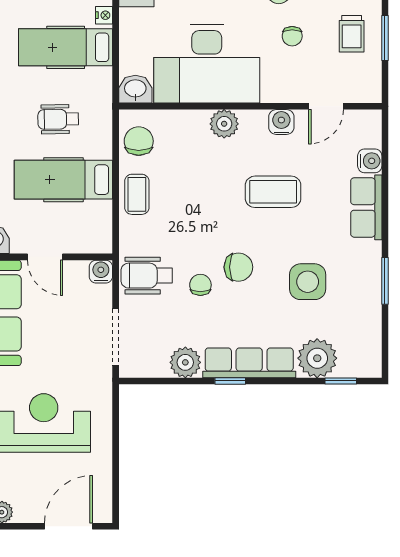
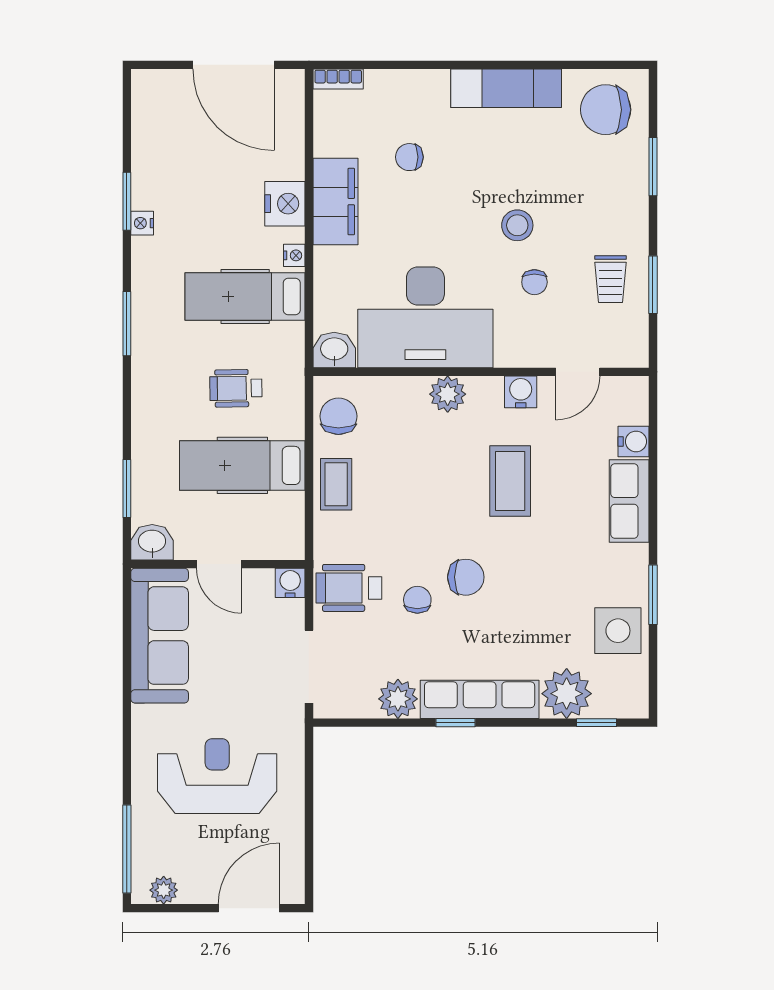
coffee table: (273, 192) -> (510, 481), turned 90
side table: (308, 282) -> (618, 631), moved

